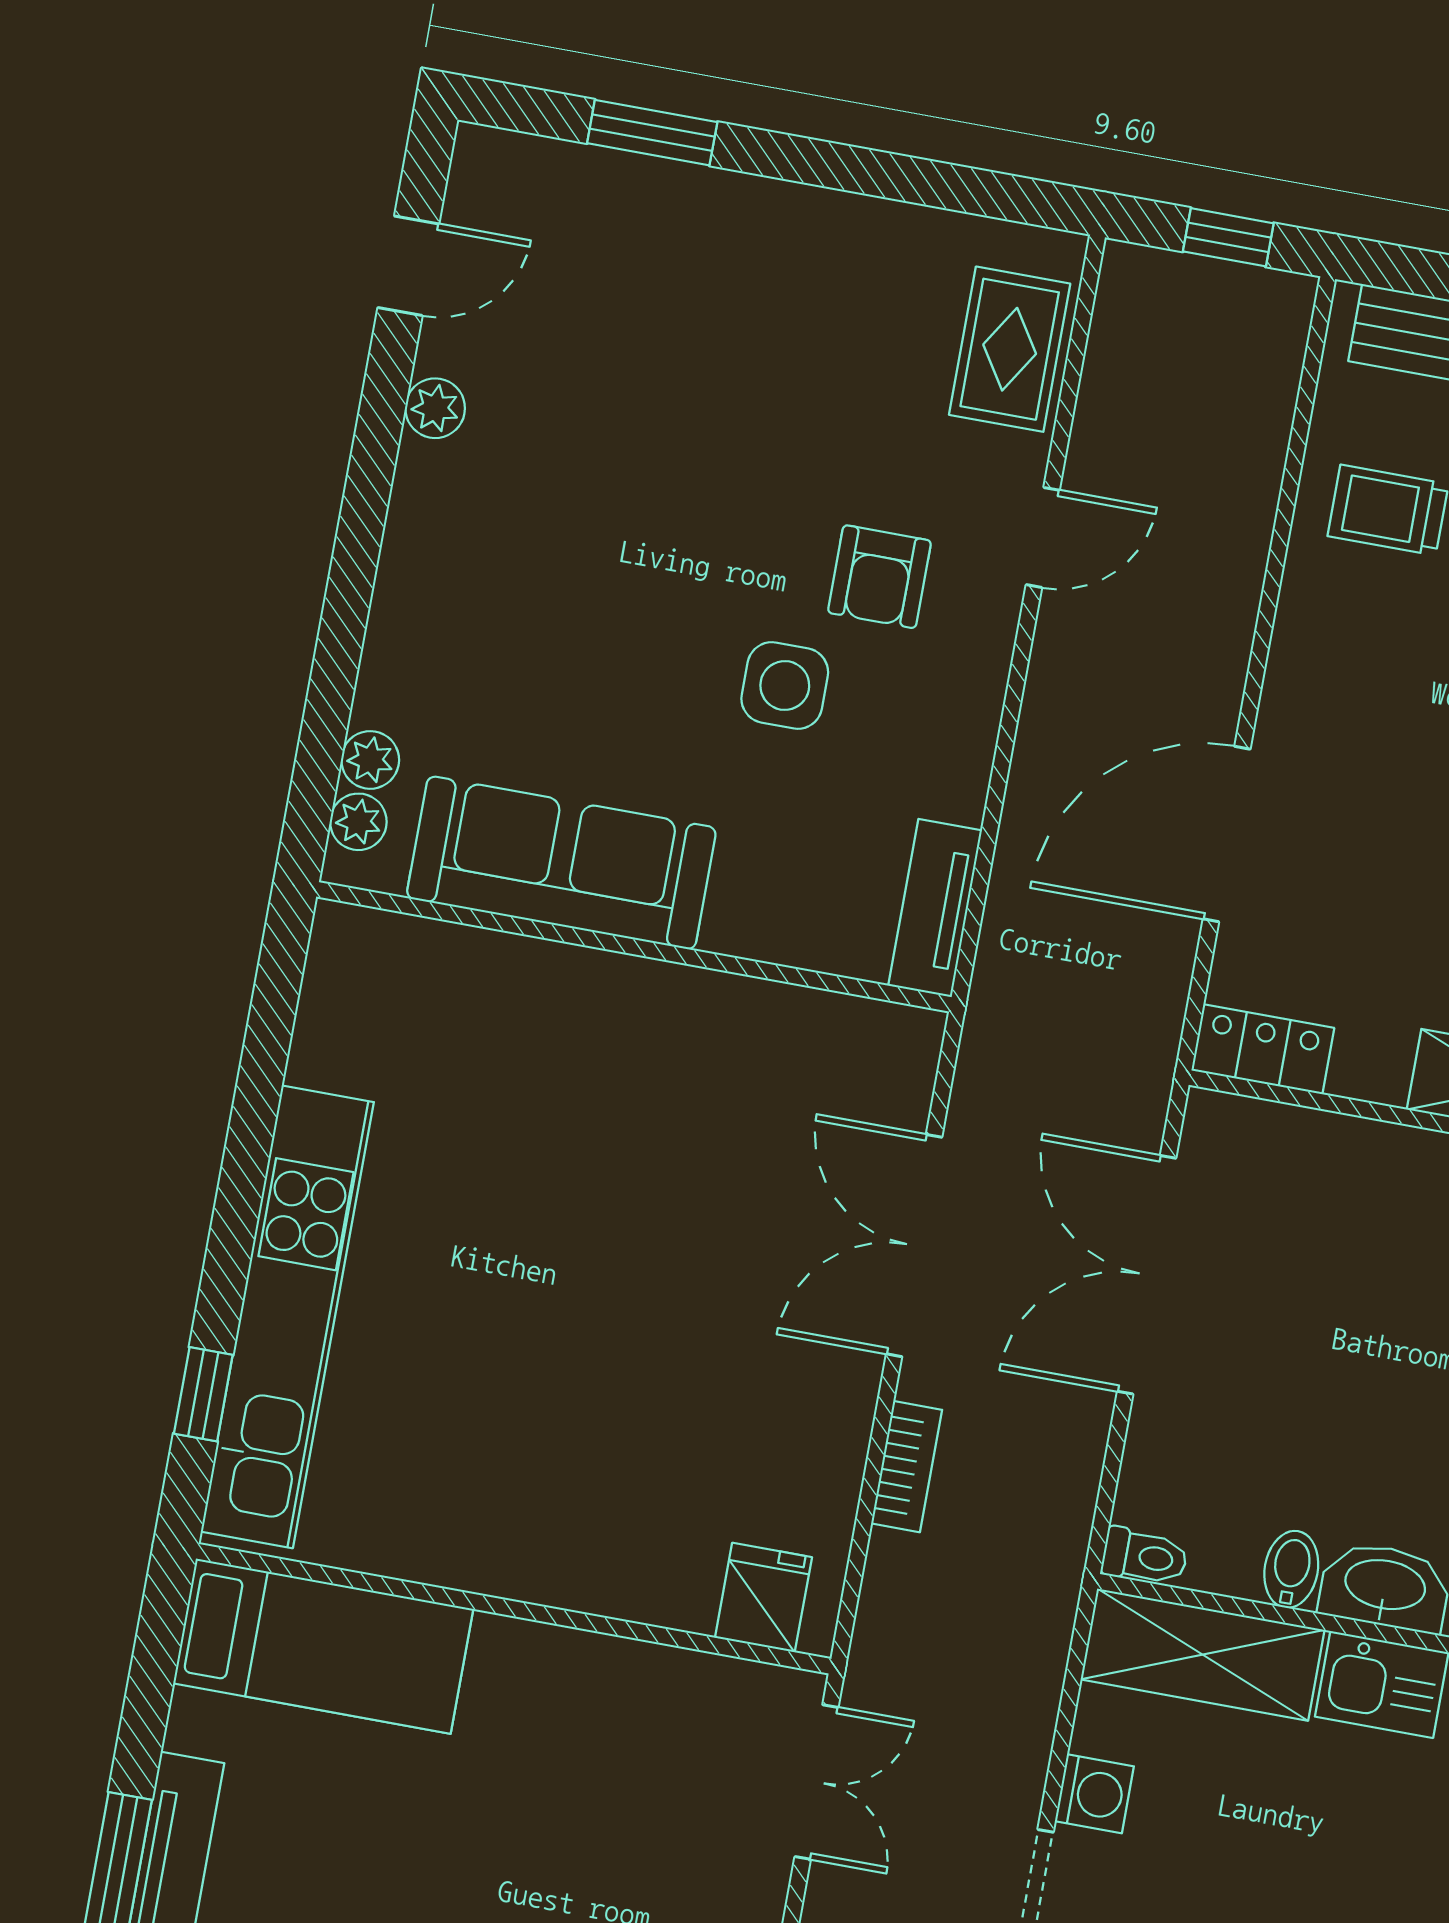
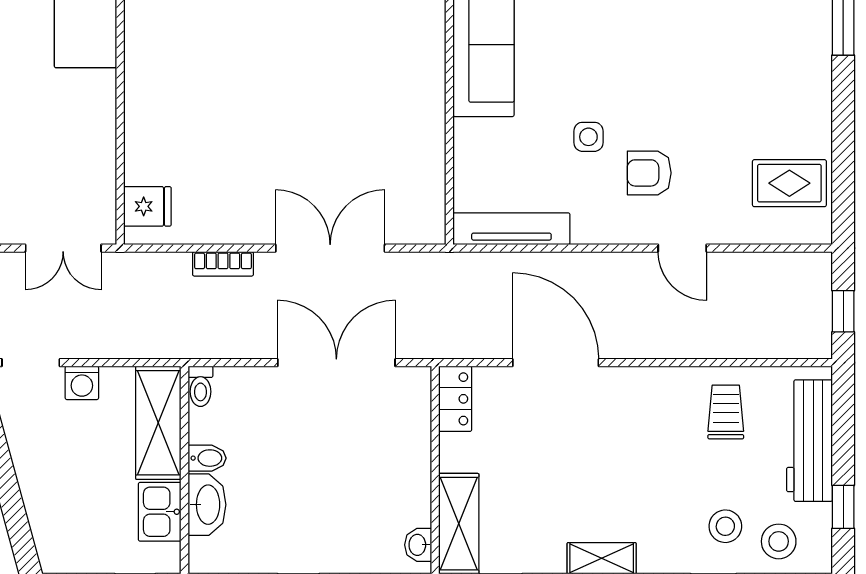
rug: (1010, 349) -> (789, 183), moved
side table: (785, 685) -> (588, 137), width x0.73, depth x0.73
tv unit: (935, 908) -> (511, 229), width x1.41

